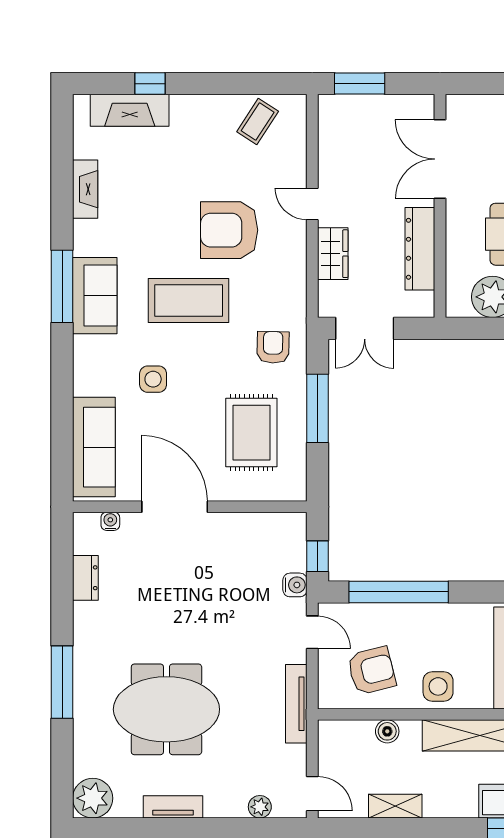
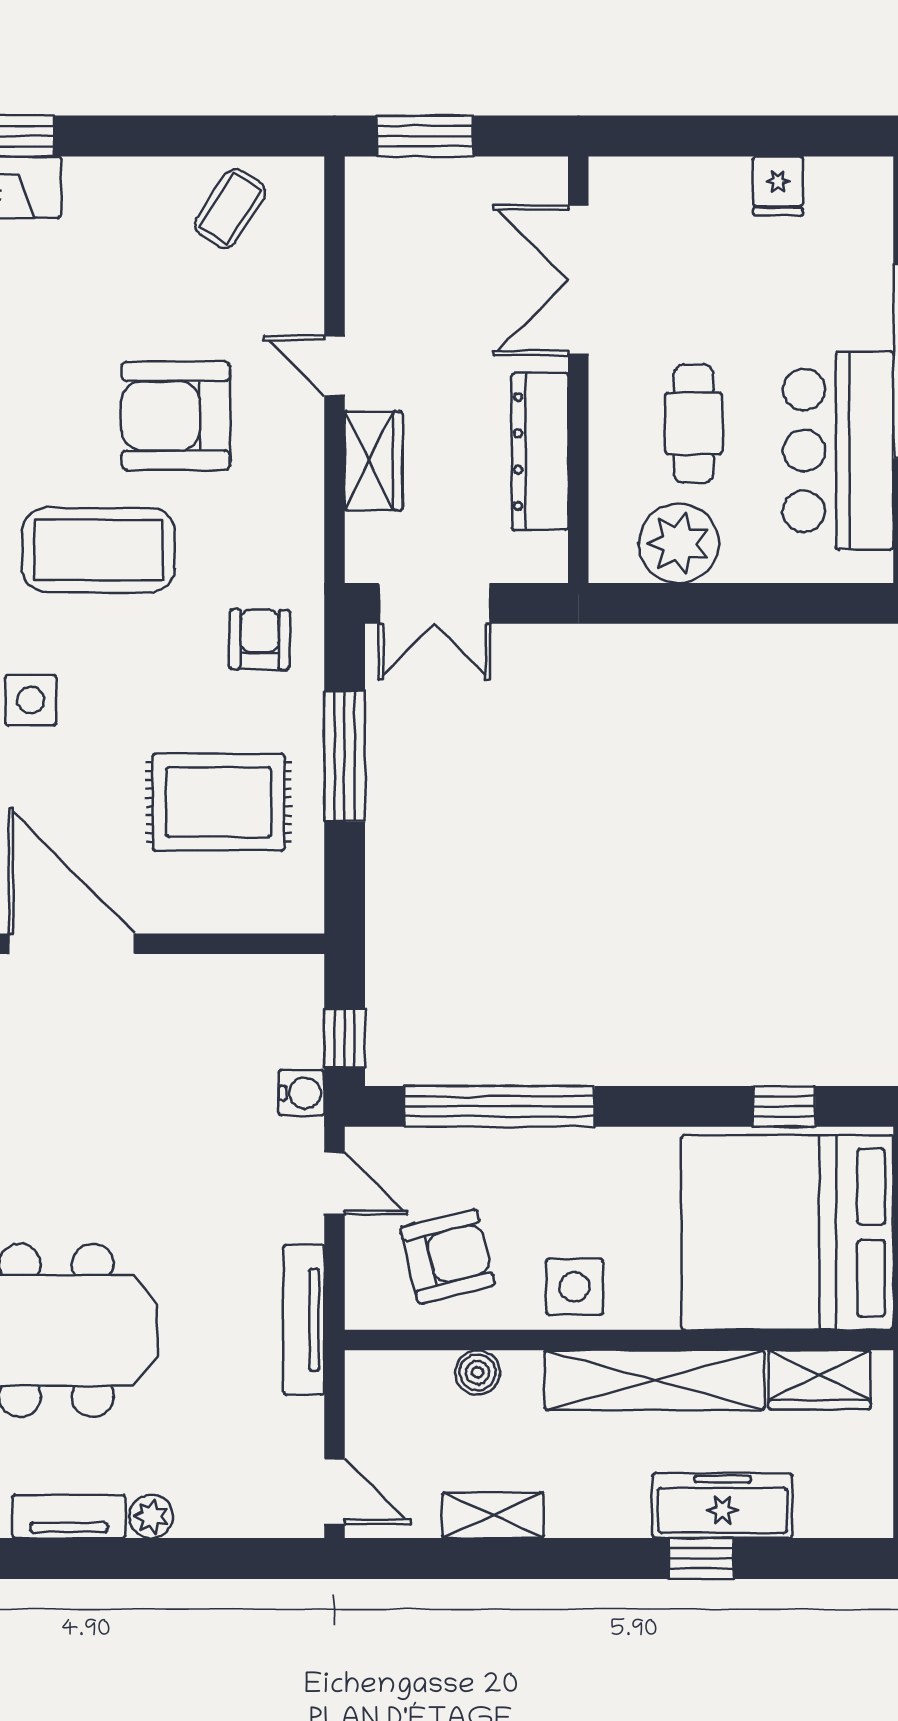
rug: (251, 433) -> (218, 802), turned 90
plant: (260, 807) -> (151, 1516), moved

